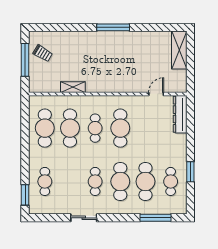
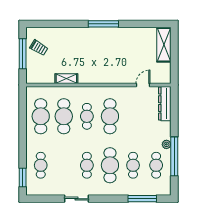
plant: (182, 159) -> (166, 144), added
window: (190, 172) -> (174, 156), width x2.11
cafe table: (145, 181) -> (133, 165), width x0.73, depth x0.74

